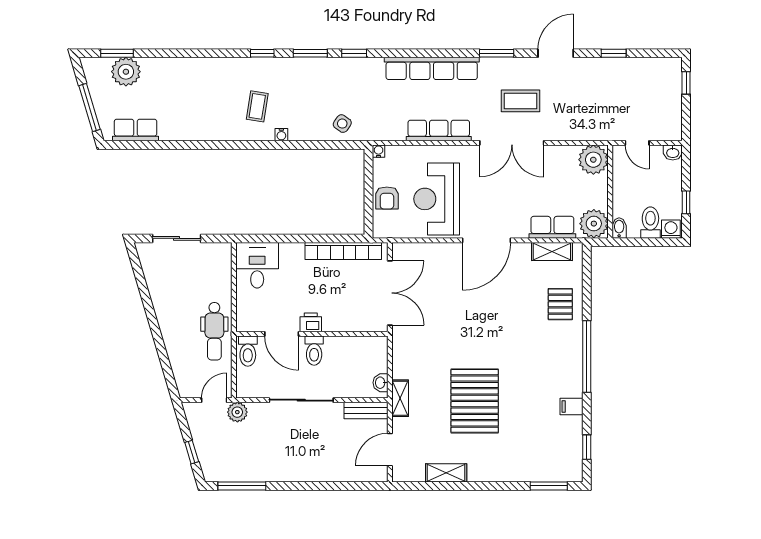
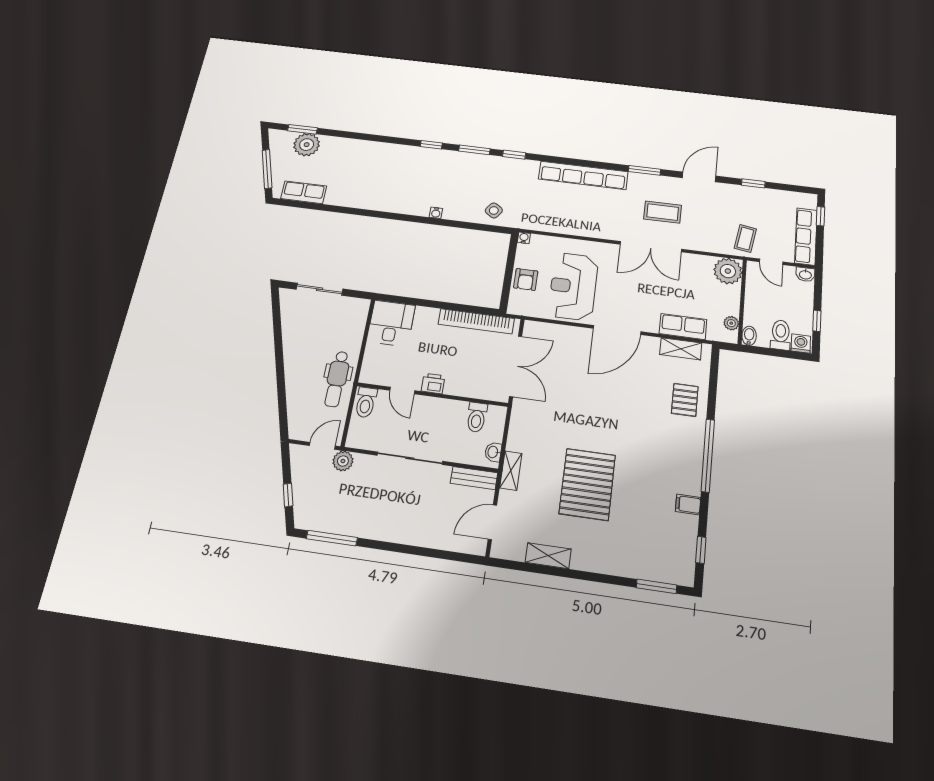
coffee table: (257, 106) -> (745, 239), moved
row of seats: (439, 131) -> (806, 236), moved, turned -90
plant: (594, 224) -> (731, 323), width x0.53, depth x0.53
door: (282, 334) -> (402, 390), width x0.73
toilet: (314, 351) -> (477, 417), moved

